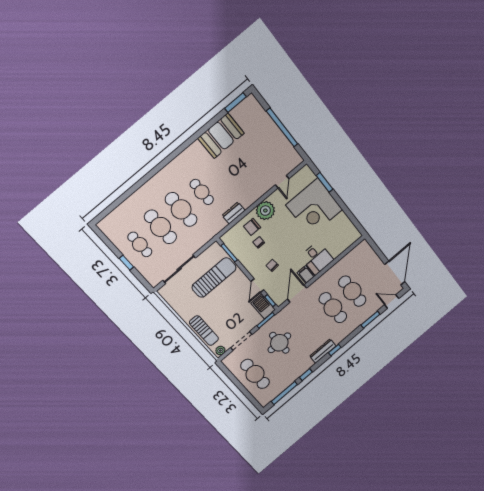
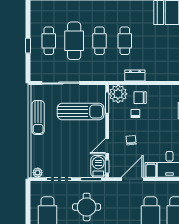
cafe table: (181, 209) -> (99, 41), width x0.73, depth x0.74
plant: (265, 211) -> (118, 94), moved
sun lounger: (204, 331) -> (38, 117), moved

